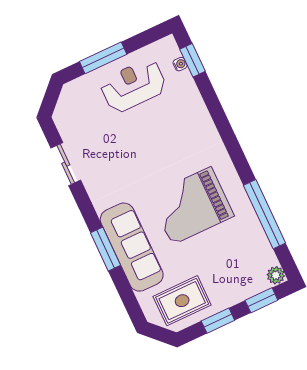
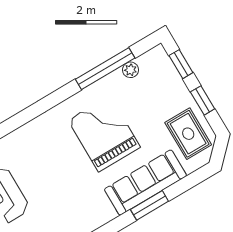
grand piano: (191, 206) -> (104, 134), turned 180
plant: (276, 275) -> (131, 70), moved

